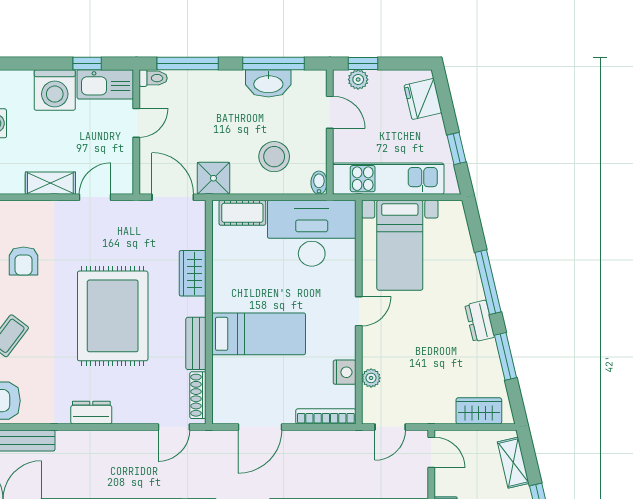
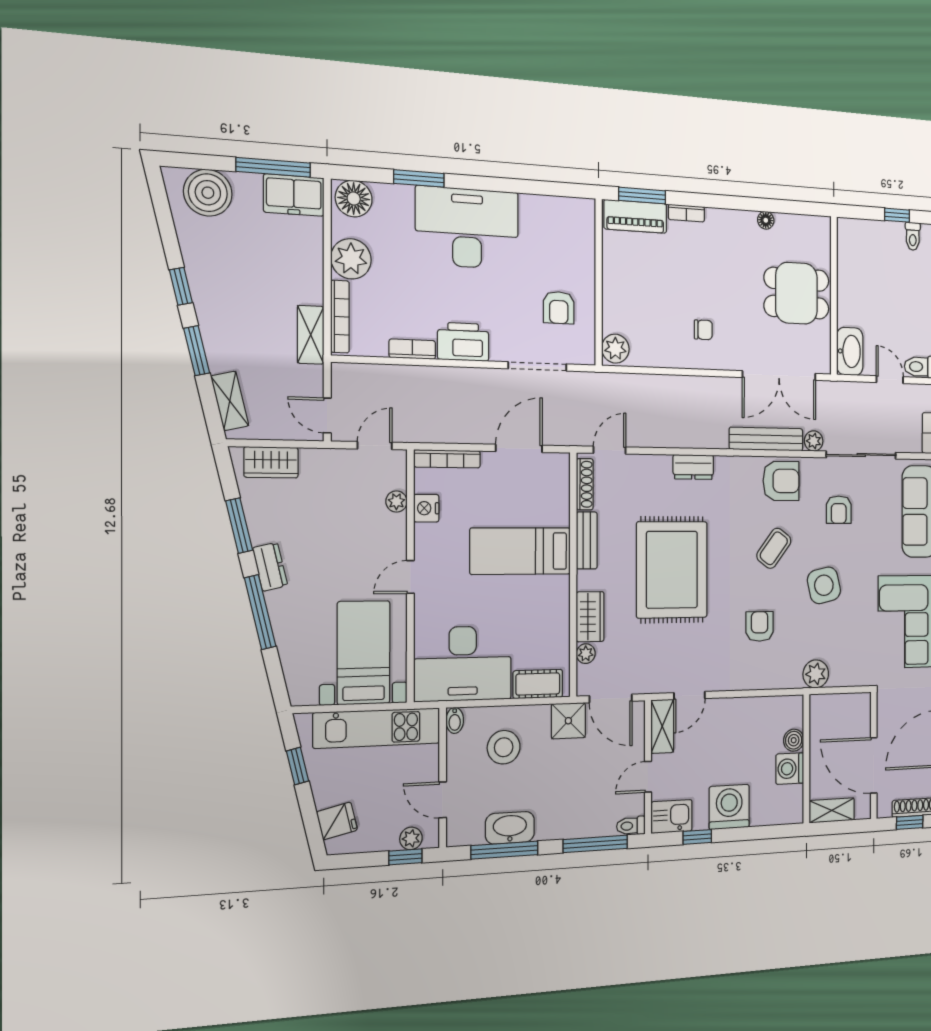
kitchen sink: (105, 84) -> (672, 816), width x0.73
fridge: (423, 99) -> (337, 821), width x0.72
shelving: (50, 183) -> (662, 726), moved, turned 90
plant: (197, 239) -> (586, 654), added

